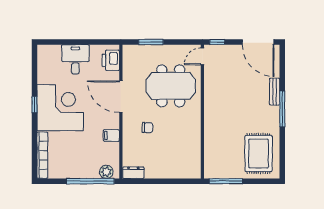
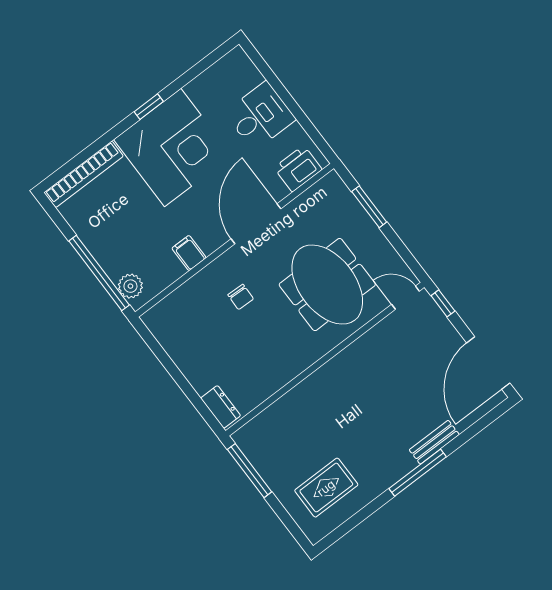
rug: (259, 153) -> (326, 488), width x0.73, depth x0.70
dresser: (133, 173) -> (221, 407), moved

